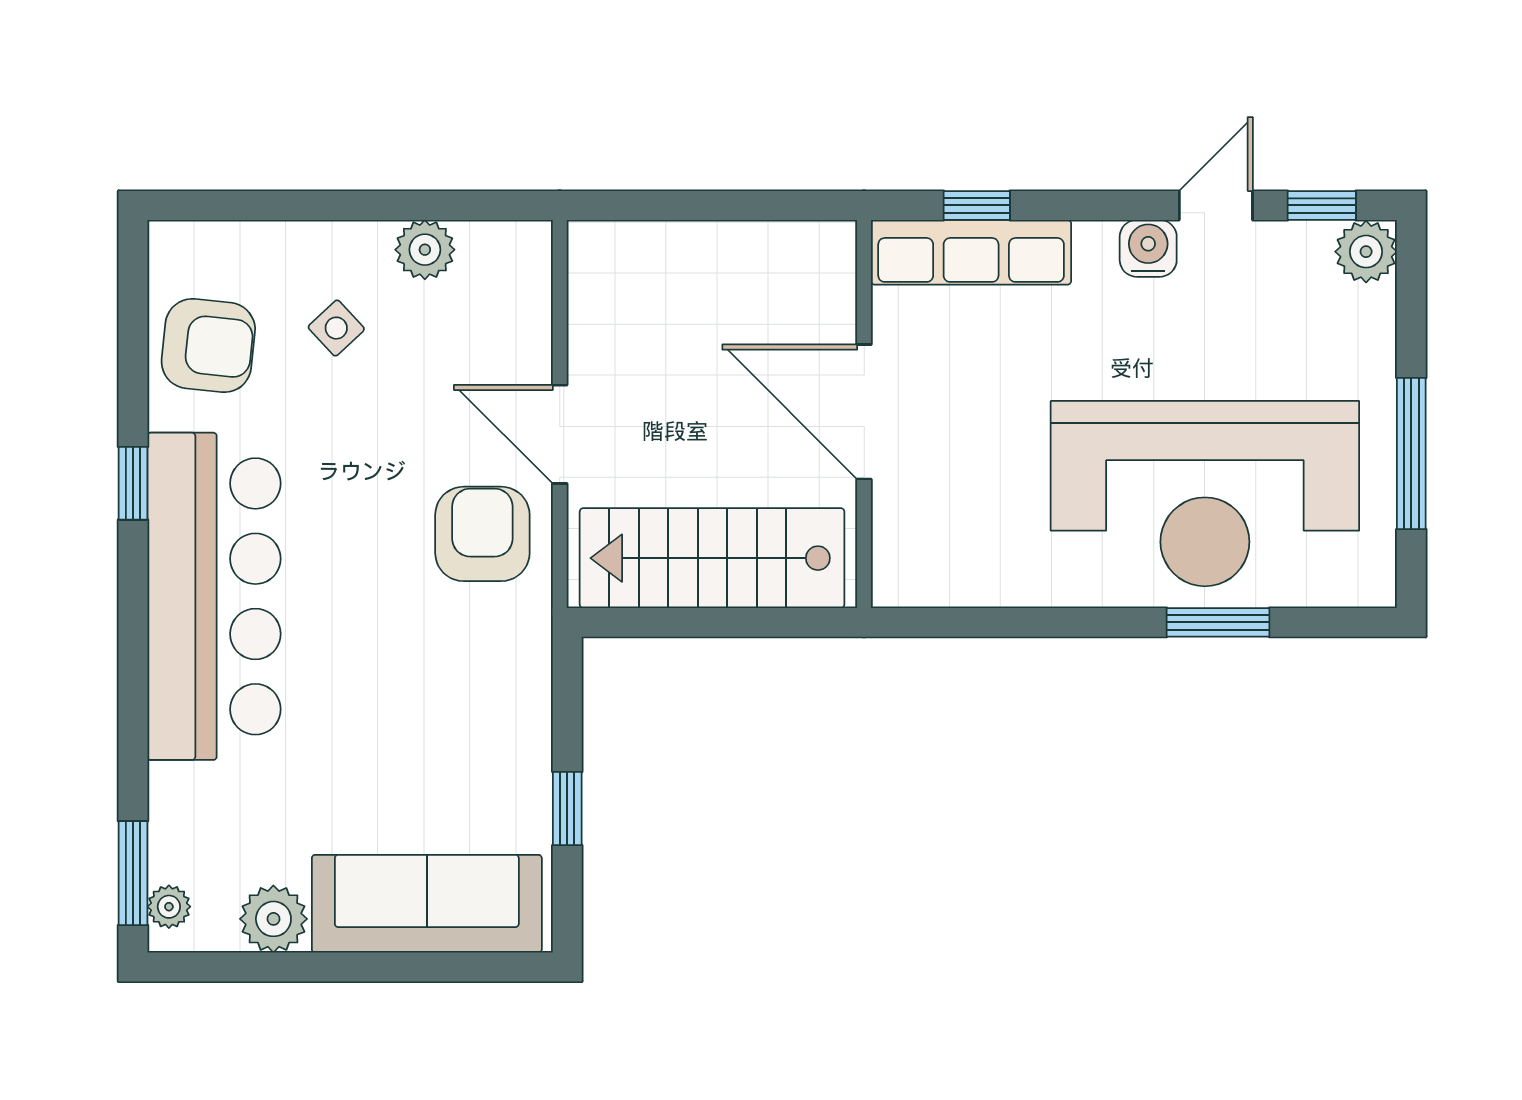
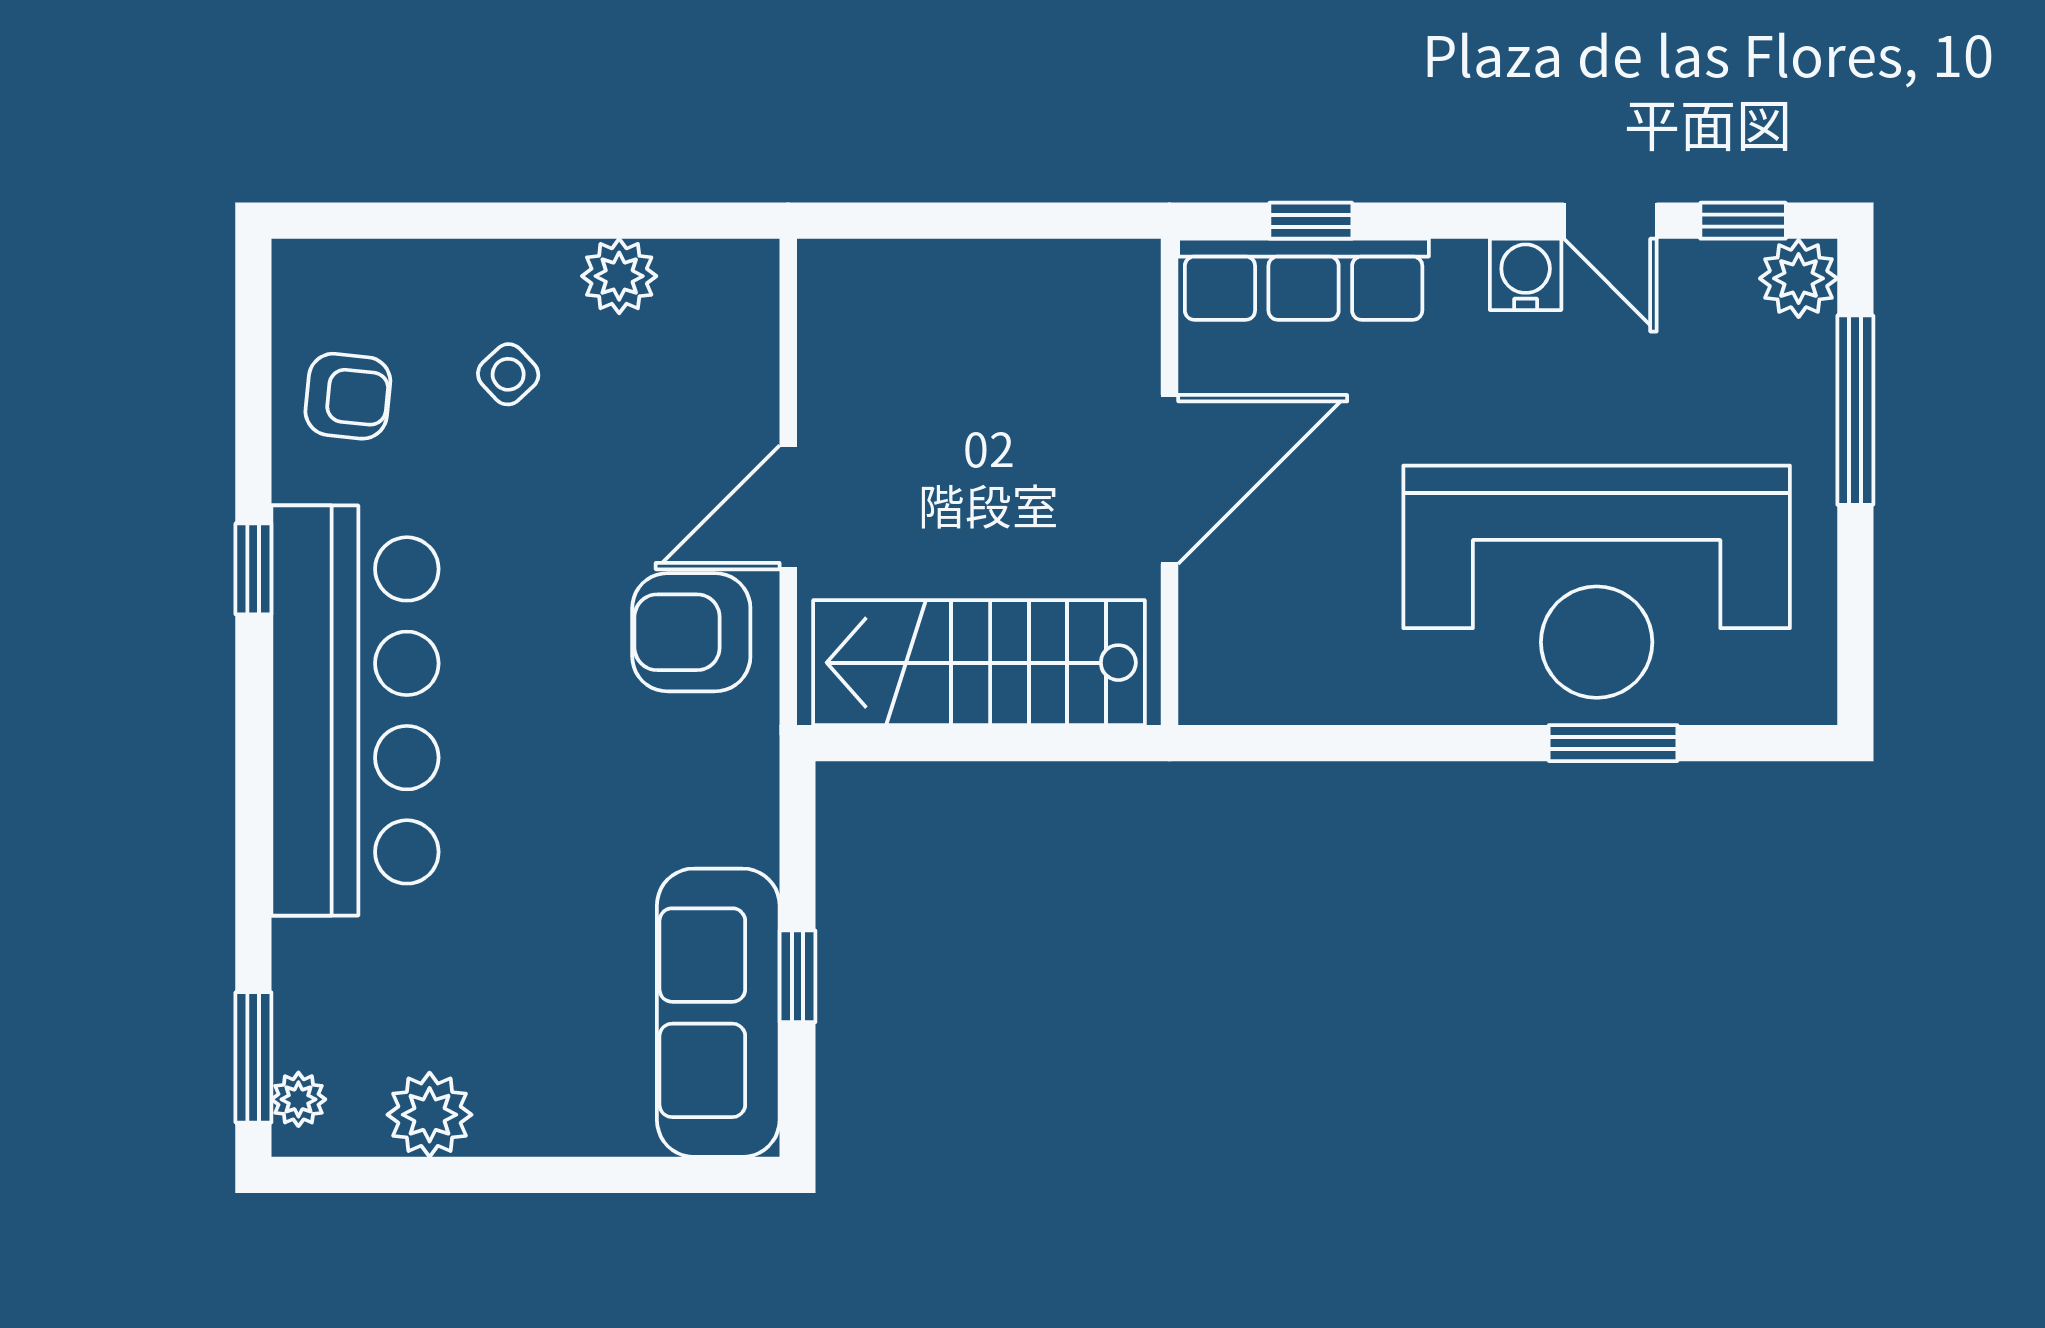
door: (1216, 205) -> (1610, 221), swing flipped
armchair: (208, 346) -> (348, 396), width x0.72, depth x0.72
door: (864, 412) -> (1170, 479), swing flipped
door: (560, 434) -> (788, 507), hinge flipped
window: (1411, 453) -> (1855, 410), moved
armchair: (482, 534) -> (691, 632), turned -90
sofa: (427, 904) -> (718, 1013), moved, turned -90

